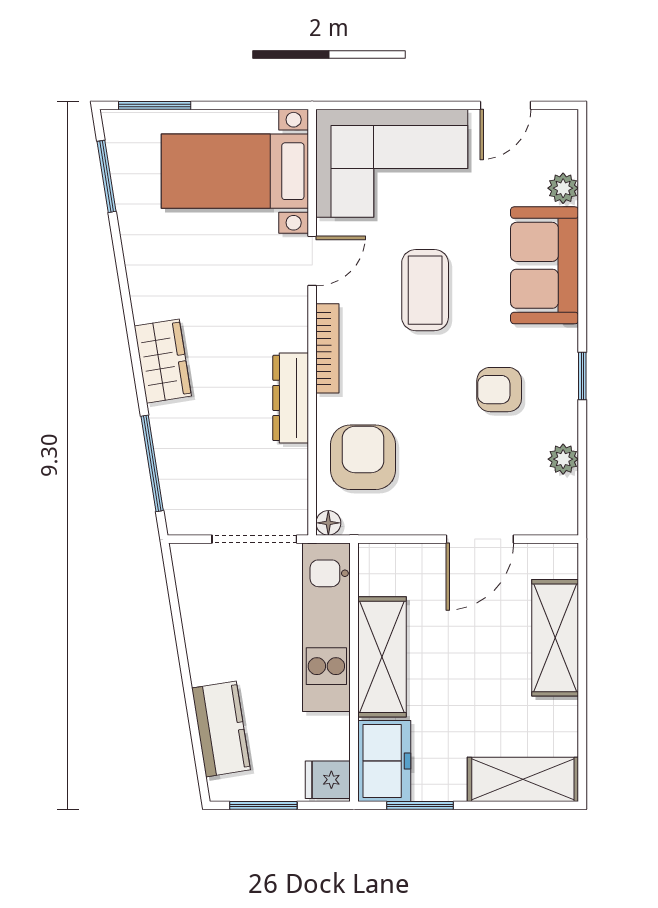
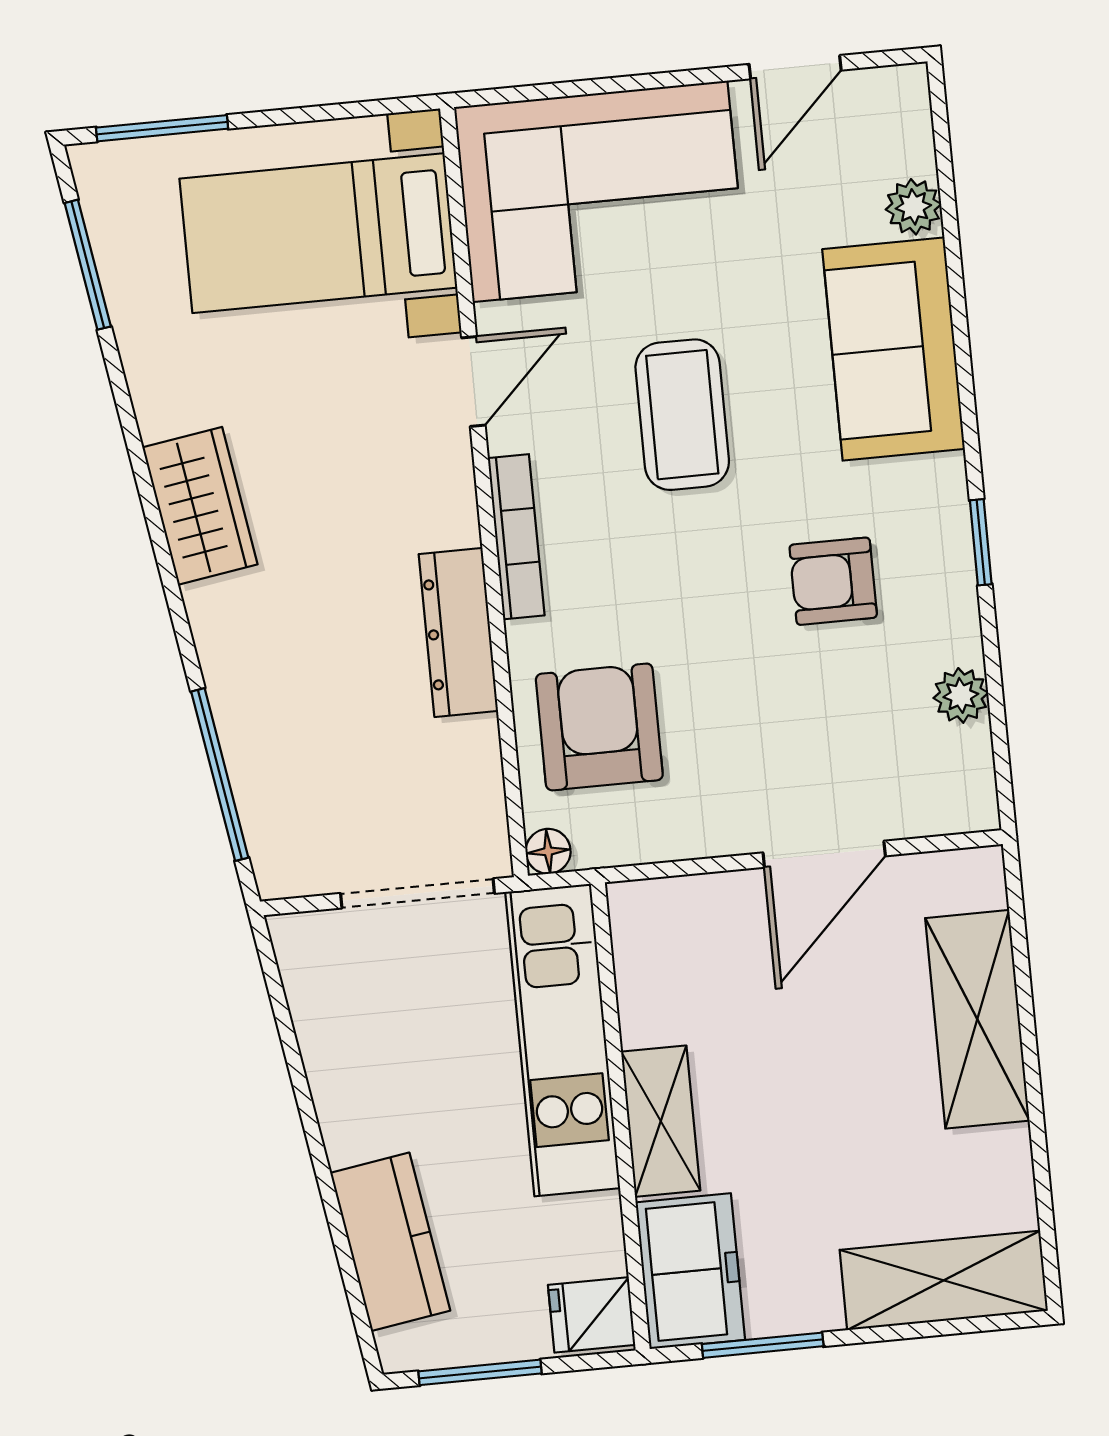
wardrobe: (163, 361) -> (200, 506), moved
shelving: (382, 657) -> (661, 1121), width x0.67, depth x0.75

